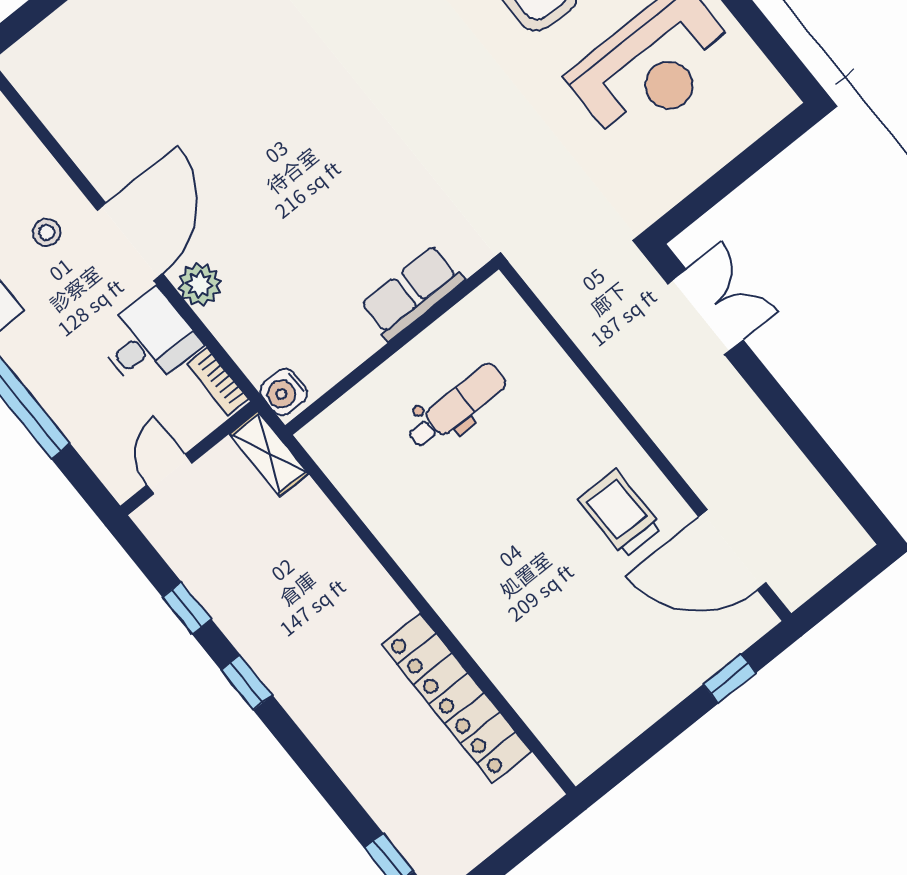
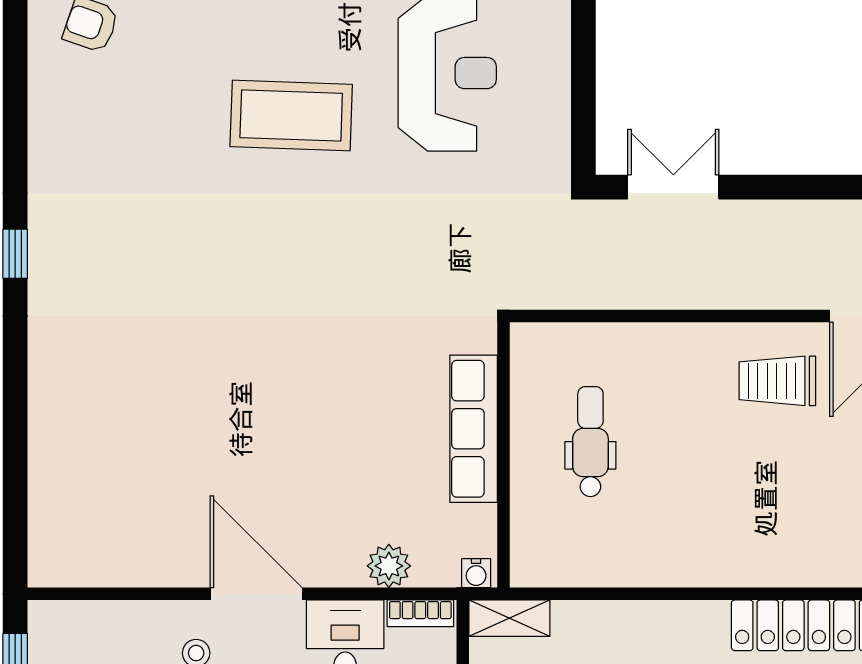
plant: (200, 284) -> (389, 566), moved
row of seats: (412, 293) -> (474, 429), width x1.48
water cooler: (284, 392) -> (476, 573), width x0.72, depth x0.72

